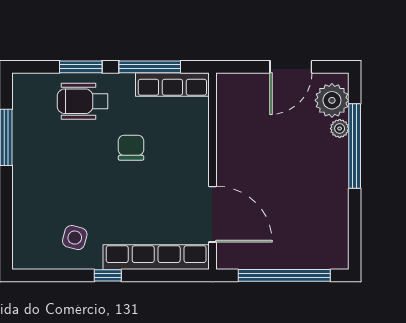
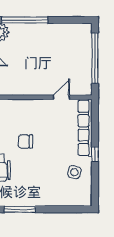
plant: (340, 129) -> (15, 28), removed
door: (213, 214) -> (62, 97), width x0.53

